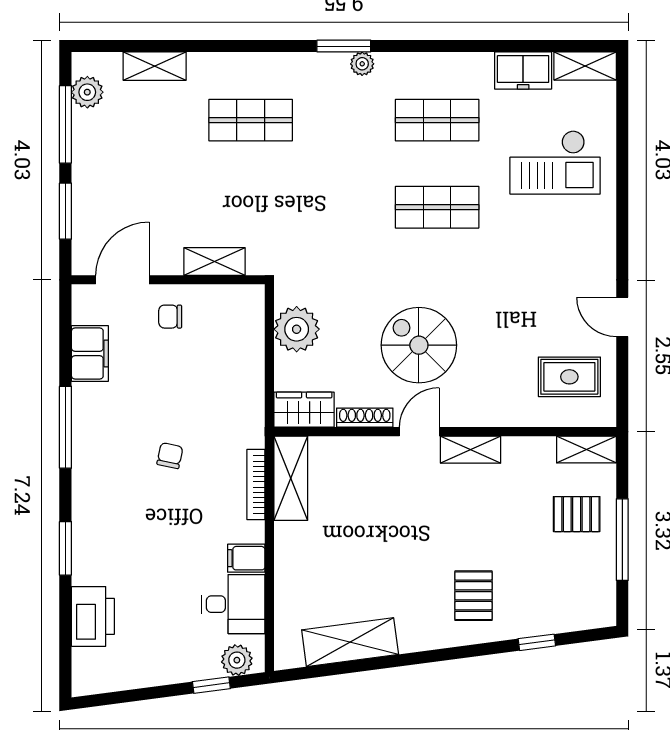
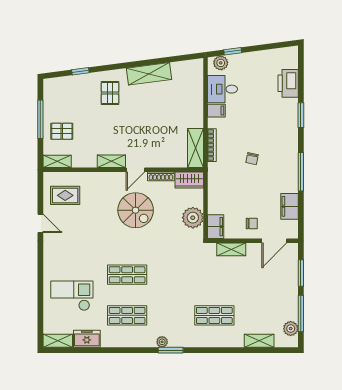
filing cabinet: (248, 310) -> (216, 227), added
shelving: (350, 642) -> (149, 74), moved

